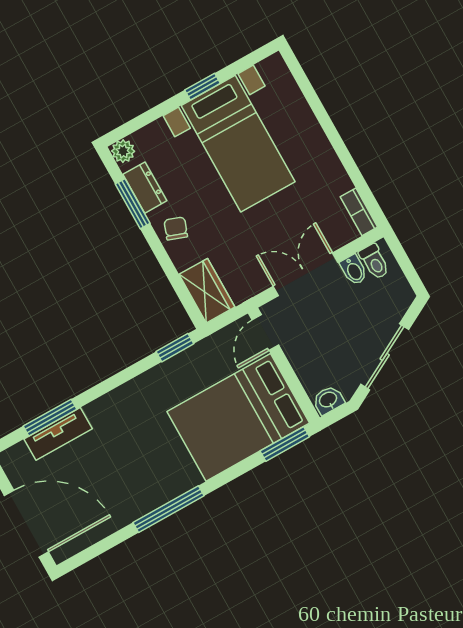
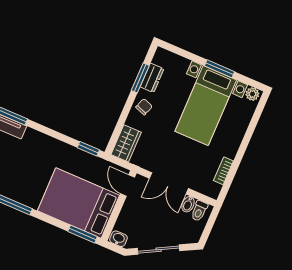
window: (203, 87) -> (220, 69), width x1.50
plant: (123, 151) -> (252, 94), moved
bookcase: (359, 212) -> (223, 171), moved
double door: (306, 274) -> (169, 183), swing flipped
door: (265, 332) -> (128, 185), hinge flipped

